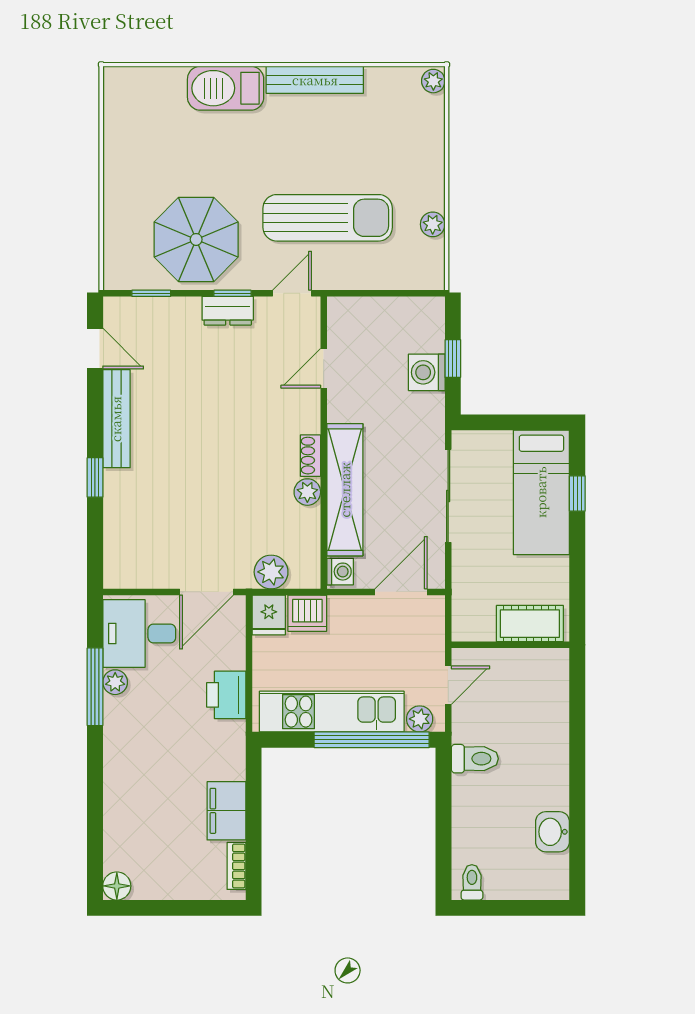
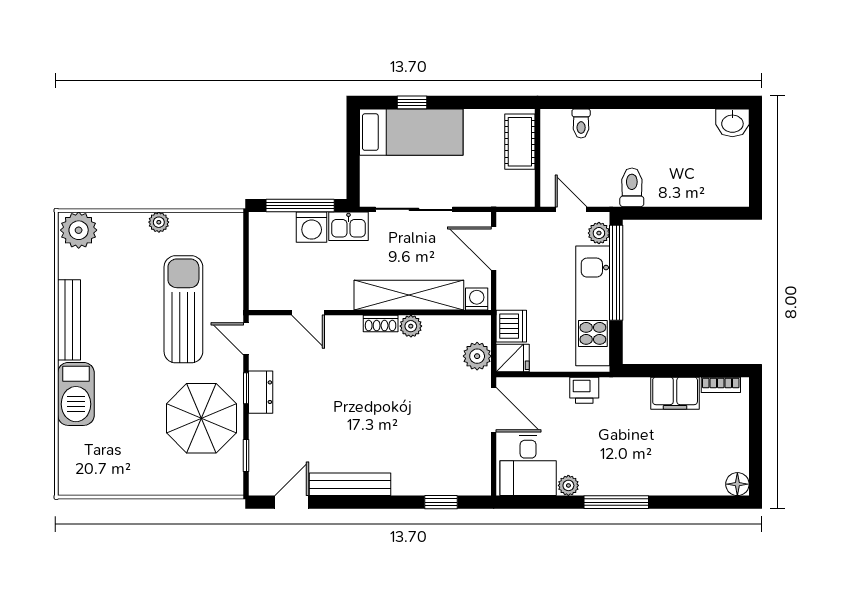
plant: (433, 81) -> (79, 230), width x1.87, depth x1.87
plant: (433, 224) -> (159, 222), moved
window: (453, 359) -> (300, 206), width x2.17
kitchen sink: (428, 417) -> (349, 226), added
window: (95, 477) -> (441, 502), moved
window: (95, 687) -> (616, 502), moved
printer: (226, 695) -> (584, 390), width x0.73, depth x0.81
washbasin: (553, 832) -> (732, 123), moved
toilet: (472, 882) -> (581, 123), moved, turned -90

